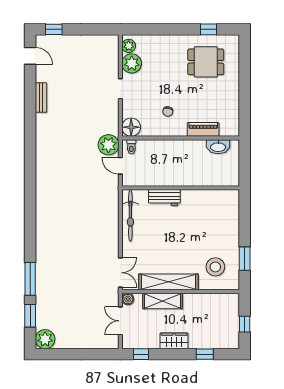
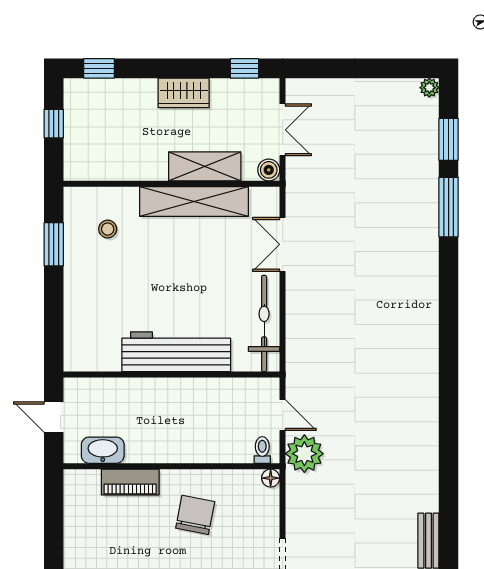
chair: (168, 112) -> (195, 515), width x1.87, depth x1.87
floor lamp: (131, 127) -> (271, 478), width x0.53, depth x0.53
door: (245, 165) -> (54, 417), added
workbench: (164, 198) -> (176, 352), width x1.88, depth x1.32
stool: (215, 267) -> (108, 229), width x0.53, depth x0.53
double door: (120, 273) -> (283, 244), moved
plant: (45, 339) -> (429, 88), width x0.53, depth x0.53
window: (205, 354) -> (99, 68), moved

